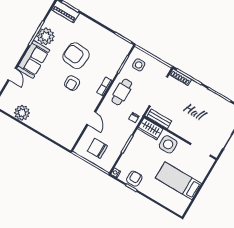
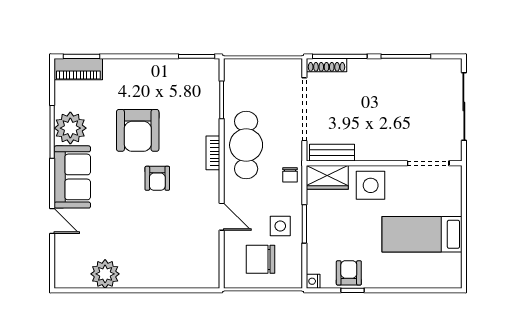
armchair: (76, 56) -> (138, 130), turned -95
side table: (139, 65) -> (280, 226), moved
cafe table: (122, 92) -> (246, 145), width x1.37, depth x1.35

